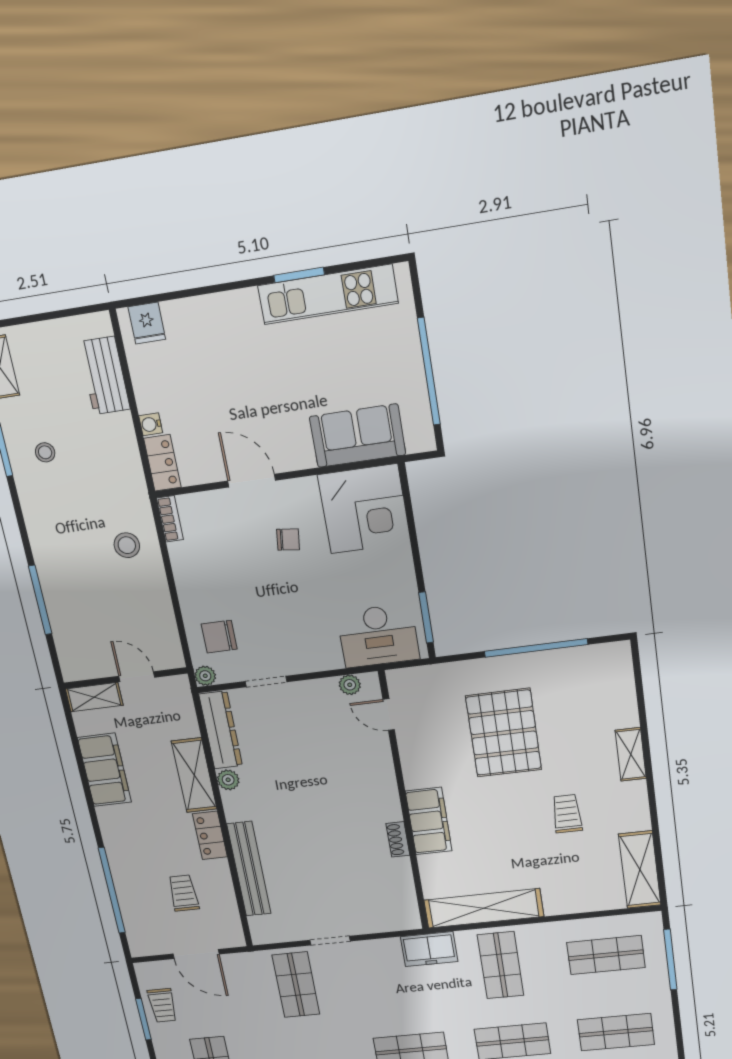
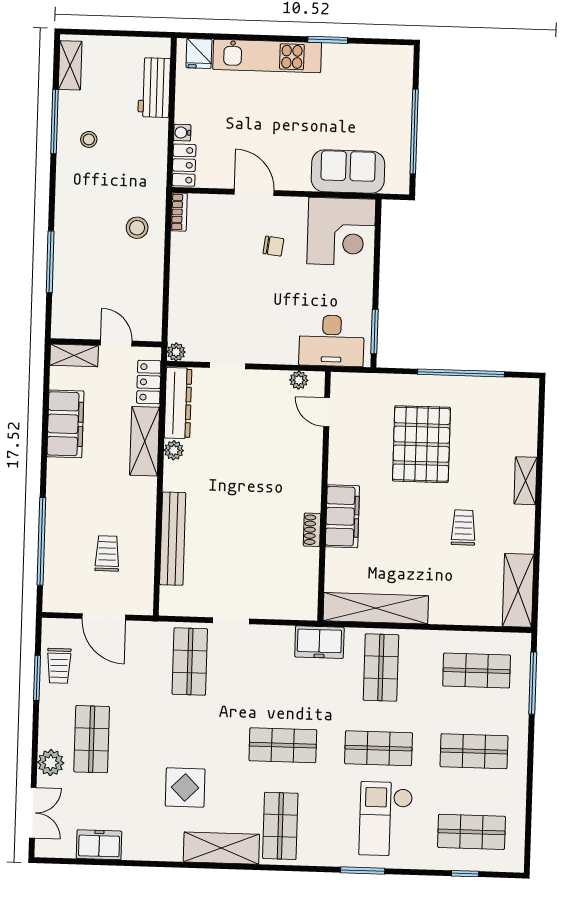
kitchen unit: (328, 294) -> (267, 56), moved
chair: (219, 637) -> (196, 319), removed
locker: (210, 835) -> (149, 382), moved

